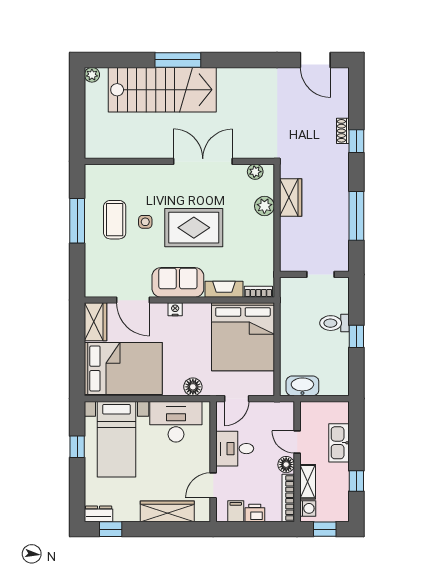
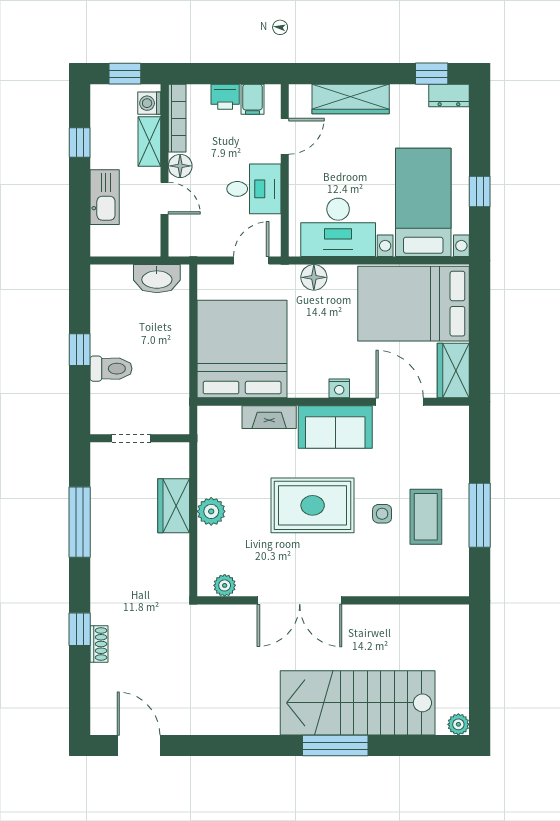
wardrobe: (291, 197) -> (174, 506), moved
plant: (264, 206) -> (211, 511), moved
bookcase: (258, 292) -> (220, 414), removed

